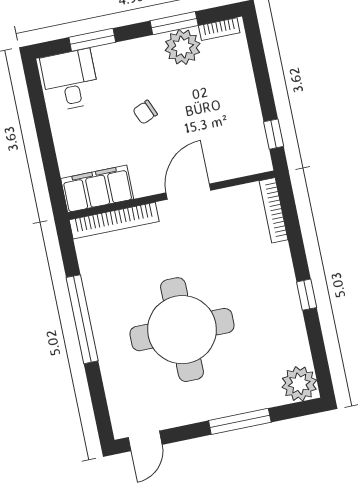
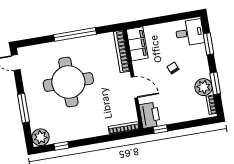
printer: (245, 158) -> (150, 115), added
window: (307, 295) -> (61, 146), moved

